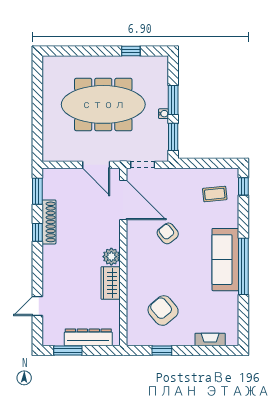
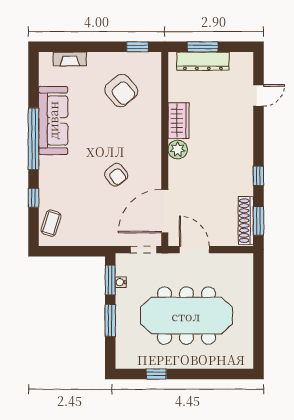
water cooler: (164, 114) -> (121, 282), moved
window: (243, 186) -> (34, 198), moved
coffee table: (215, 194) -> (51, 223), moved, turned -67
door: (123, 200) -> (165, 211), hinge flipped
shoe rack: (49, 222) -> (246, 221), moved
sofa: (225, 260) -> (53, 120), moved
window: (68, 351) -> (203, 47), moved
window: (162, 351) -> (137, 47), moved

